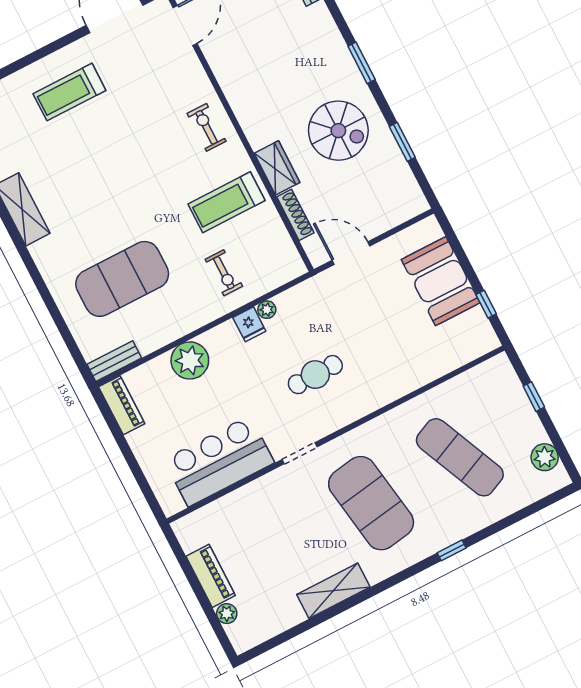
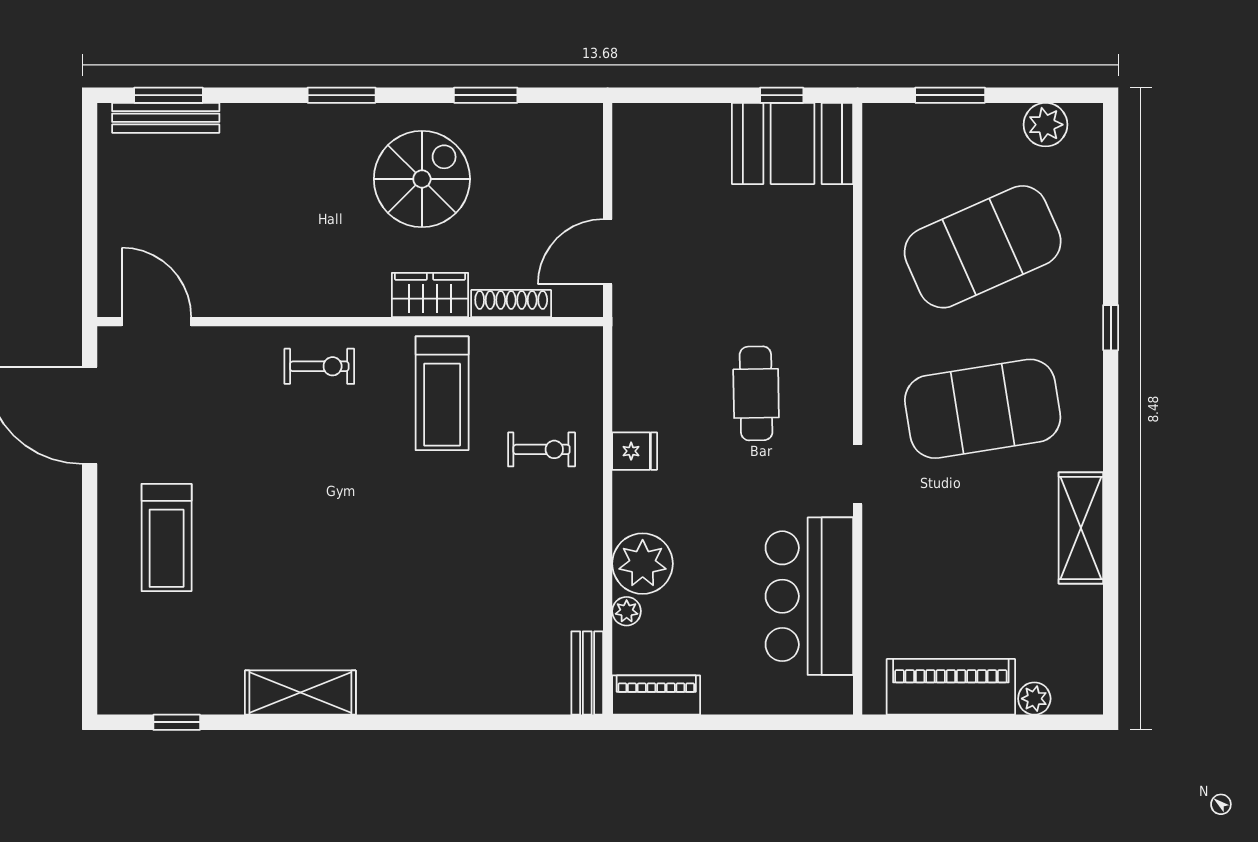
exercise bike: (207, 127) -> (319, 366), turned 180
exercise mat: (122, 279) -> (475, 600), removed
booth: (441, 281) -> (792, 143), moved
plant: (267, 310) -> (627, 611), moved
window: (534, 397) -> (950, 95), width x1.50
exercise mat: (460, 457) -> (983, 247), width x1.47
piano: (211, 576) -> (951, 687), width x1.37, depth x1.33

